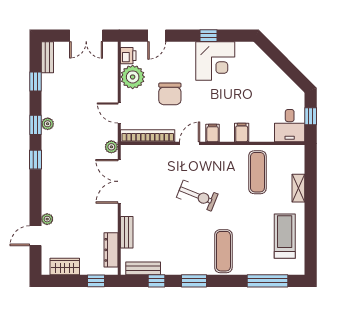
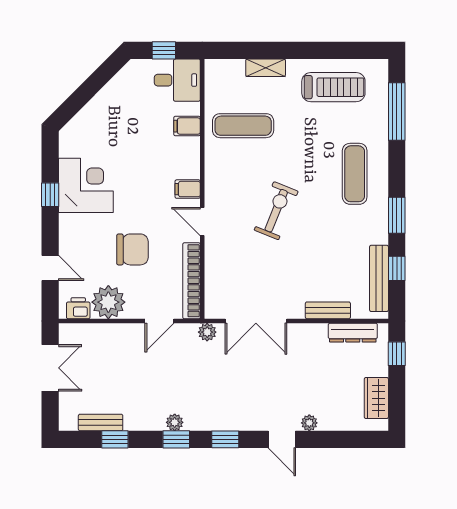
bench: (47, 57) -> (101, 422), moved
filing cabinet: (242, 133) -> (187, 126), moved
door: (35, 236) -> (282, 439), moved
treadmill: (285, 236) -> (333, 87), turned 180
exercise mat: (223, 251) -> (355, 174), turned 90
bench: (143, 268) -> (379, 278), width x1.36

